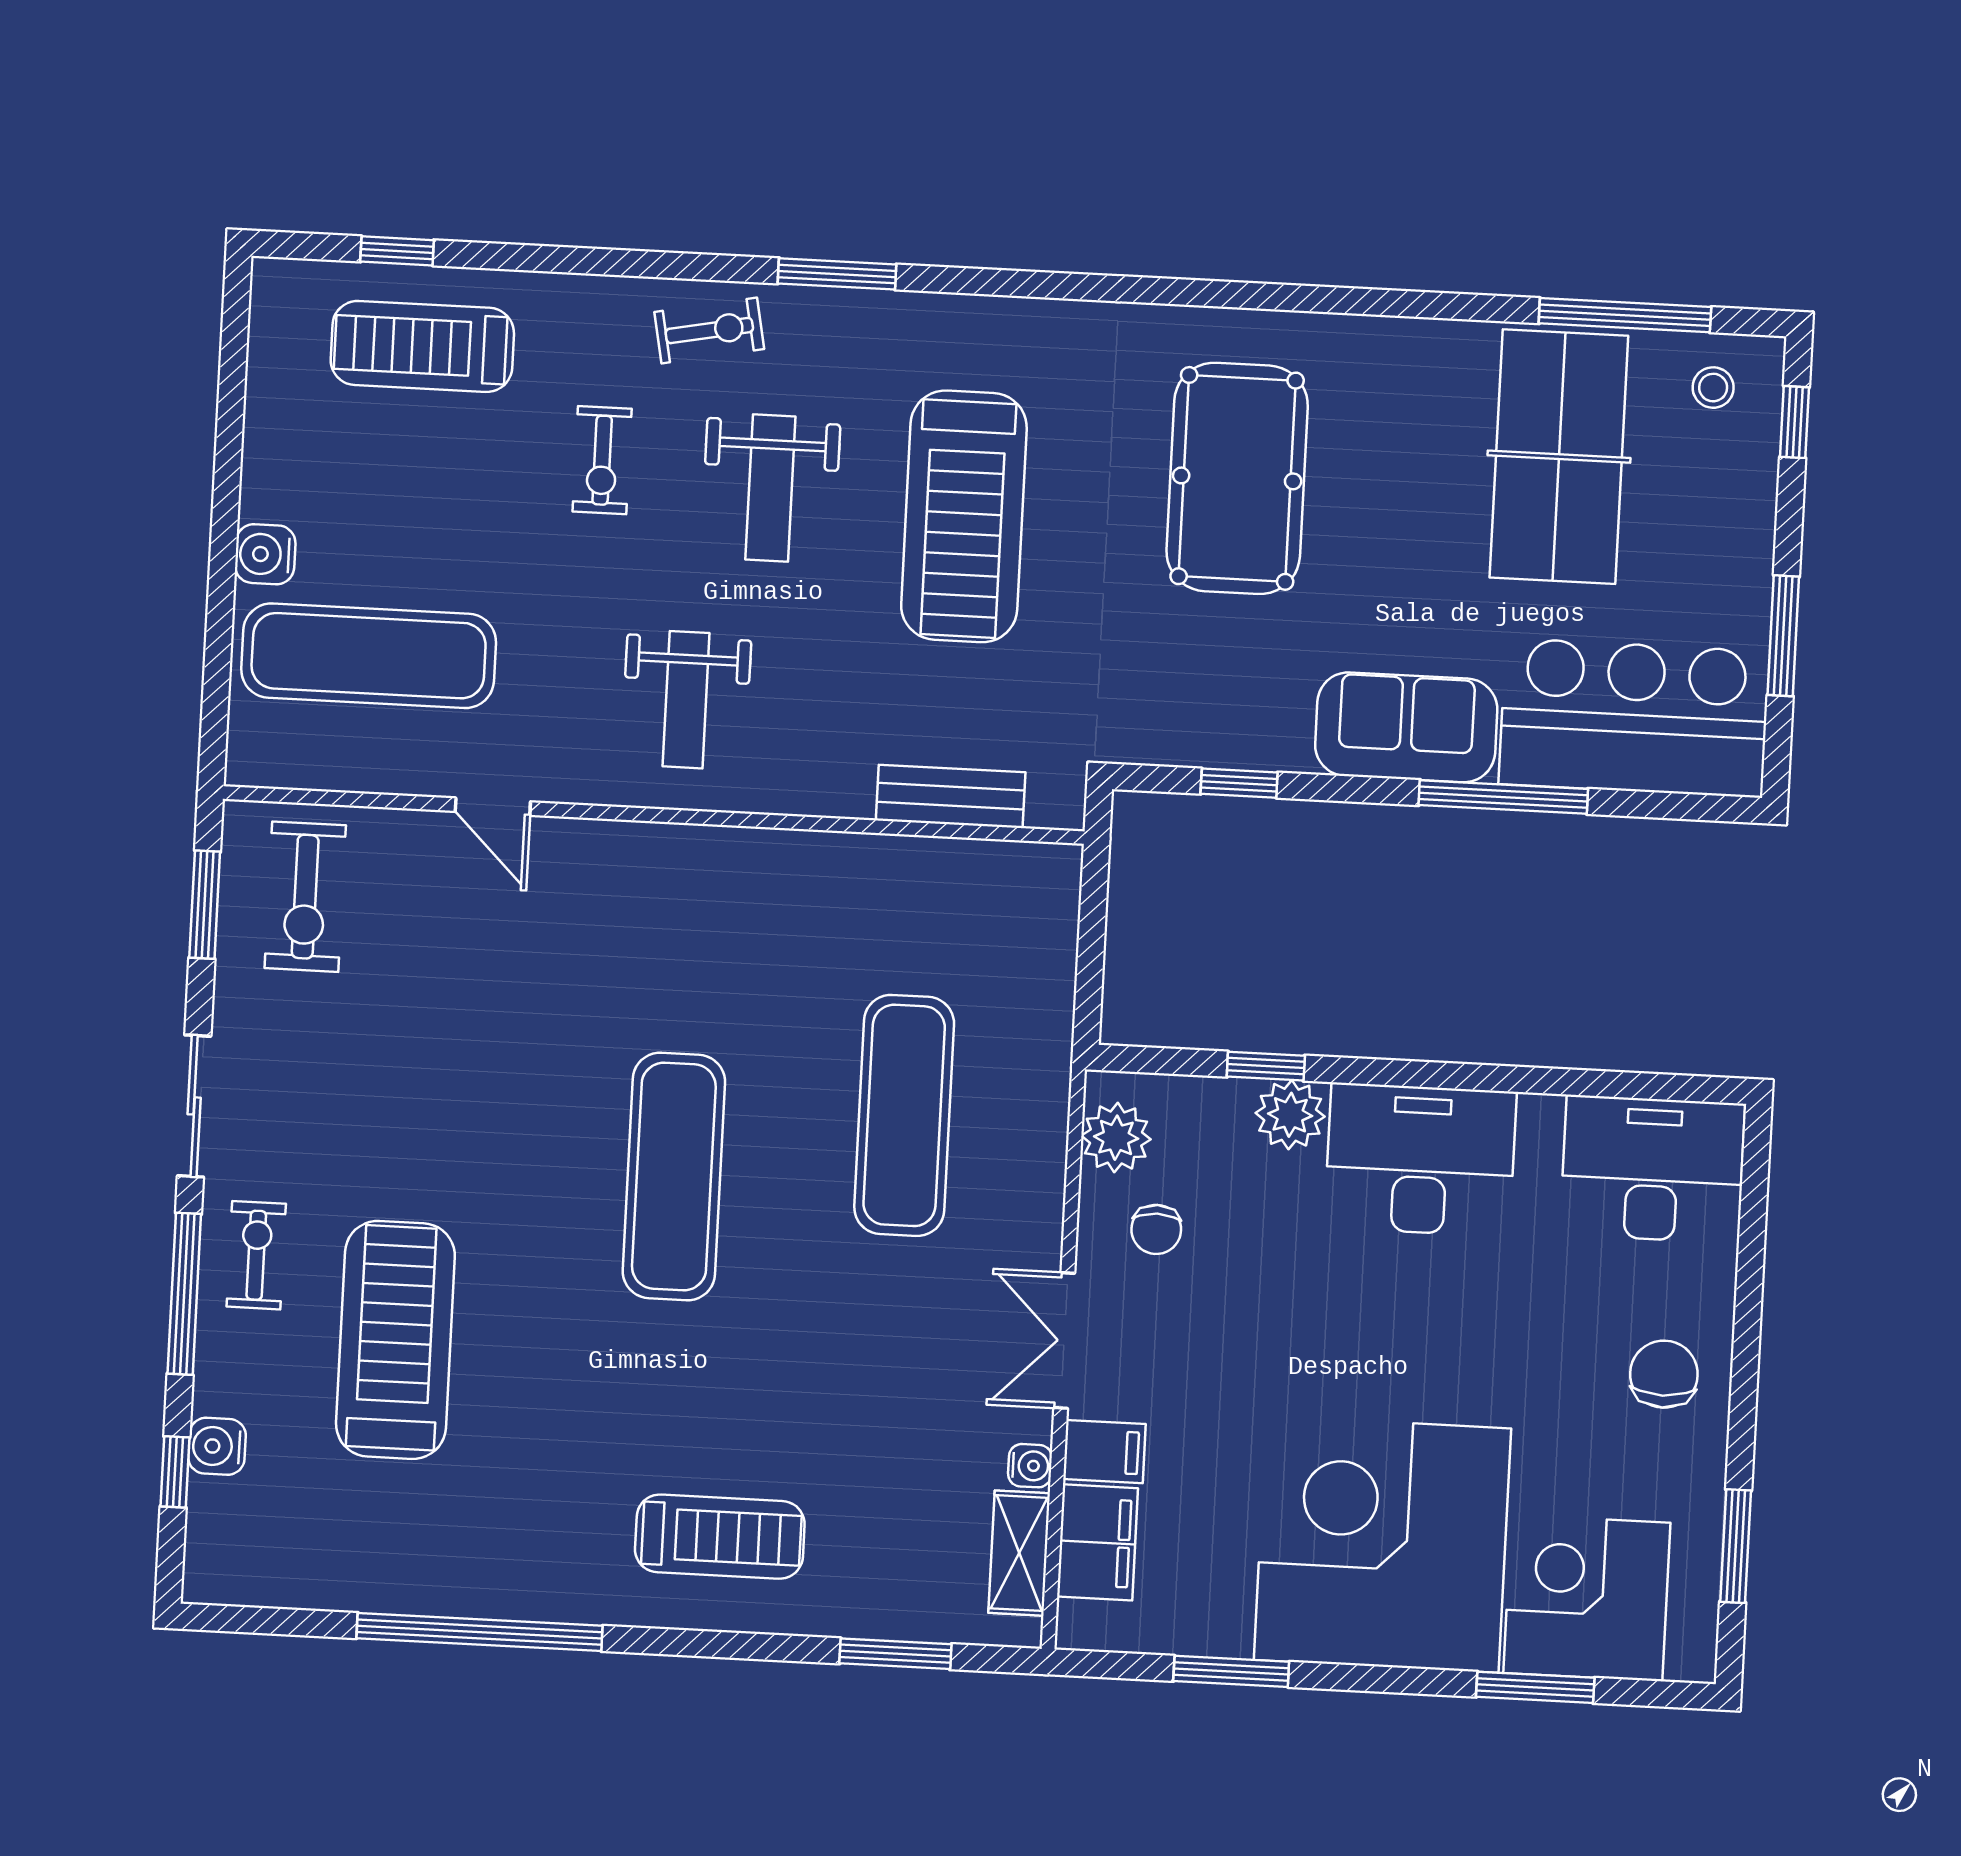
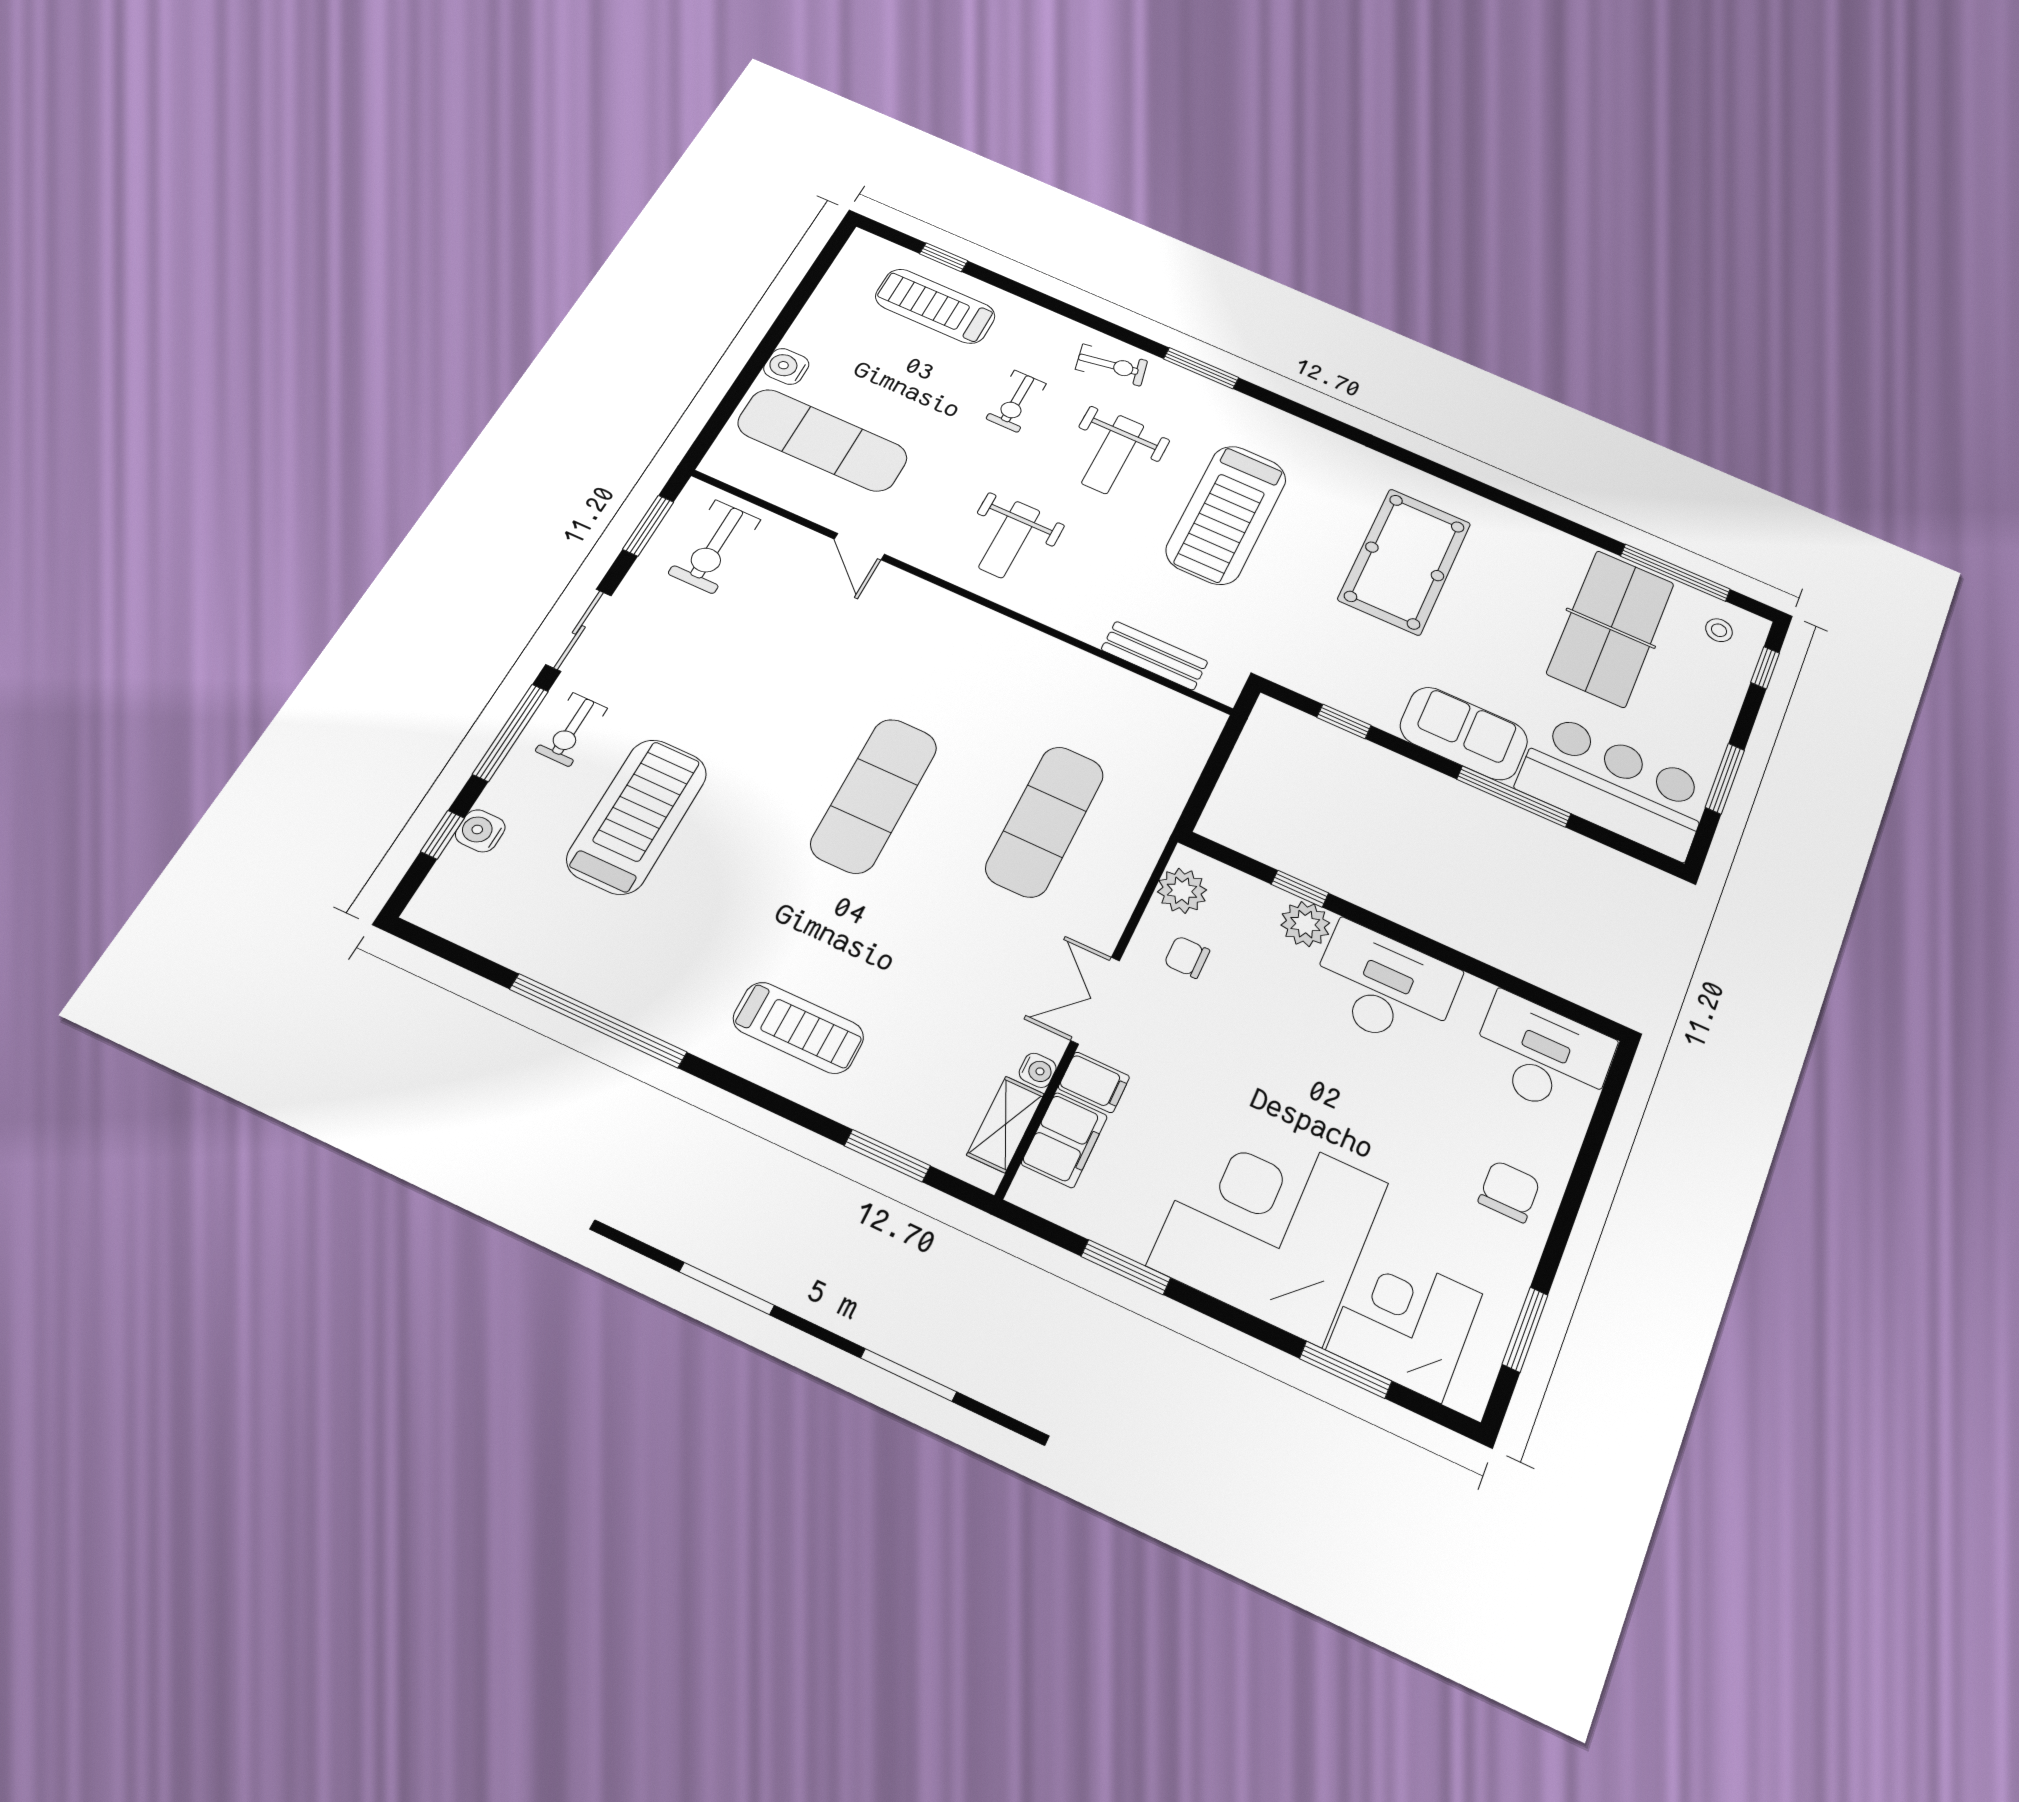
chair: (1156, 1229) -> (1187, 957), turned 90
exercise bike: (256, 1255) -> (571, 730), turned 180

